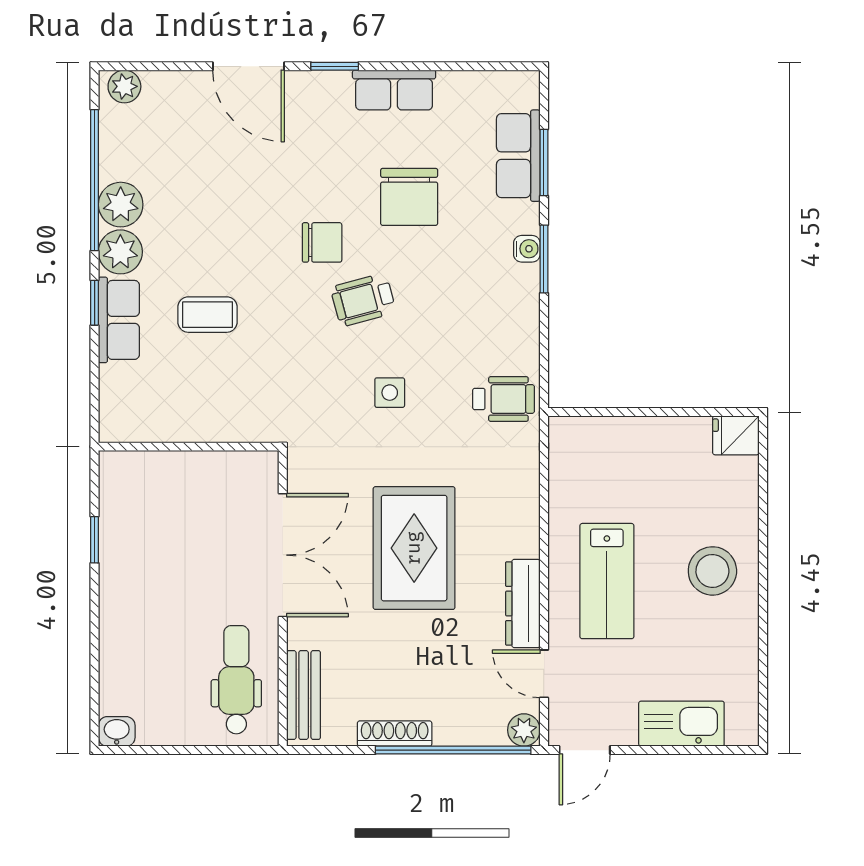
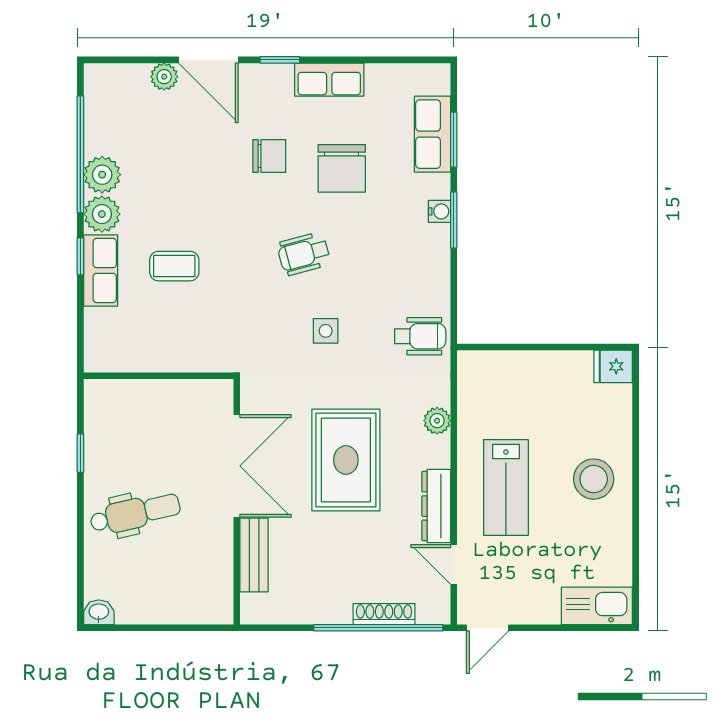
plant: (124, 86) -> (164, 77), moved
chair: (322, 242) -> (269, 156), moved
dental chair: (236, 680) -> (135, 513), moved, turned 77
bench: (304, 695) -> (254, 555), moved
kitchen sink: (681, 724) -> (597, 606), moved
plant: (524, 730) -> (437, 421), moved
shoe rack: (395, 734) -> (384, 614), moved

